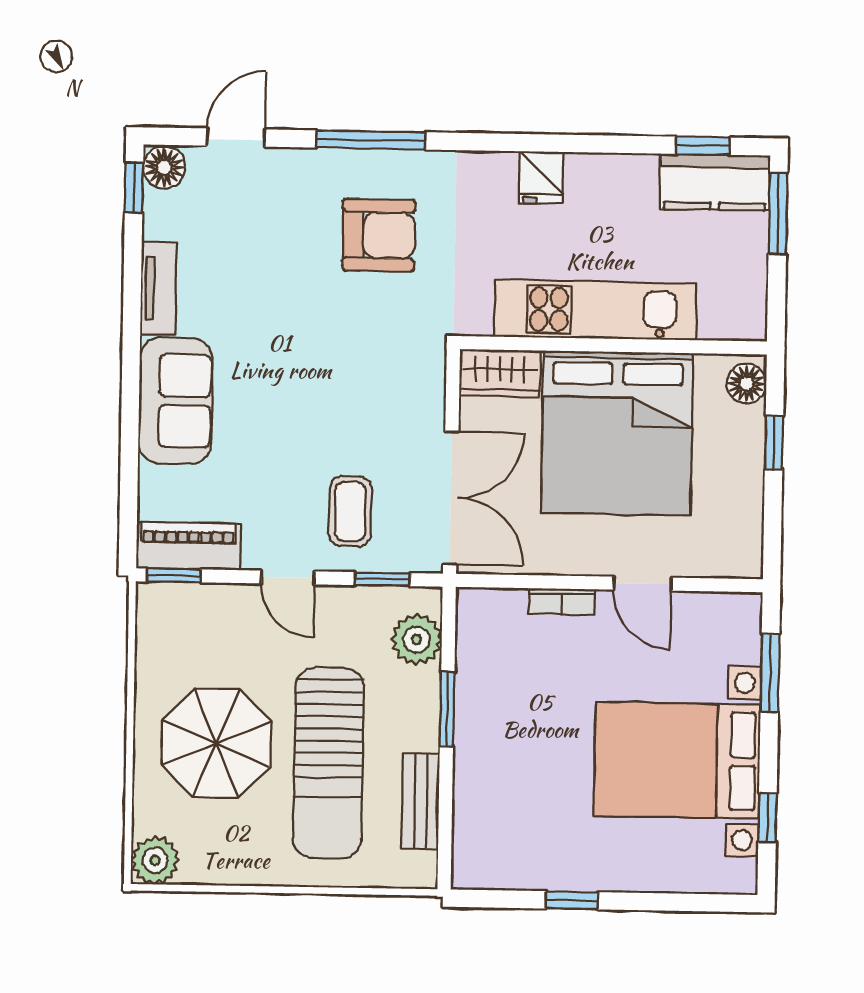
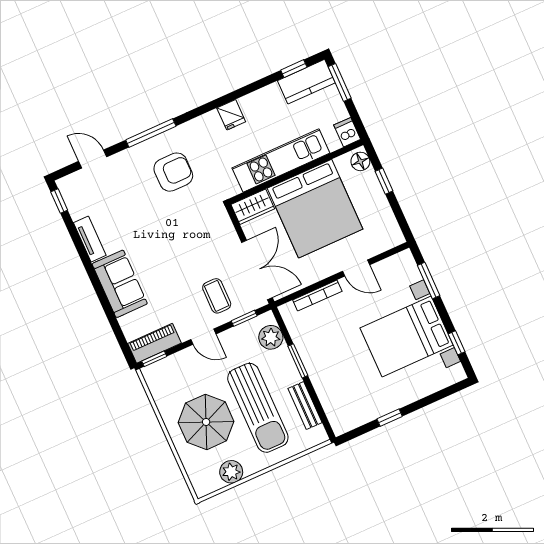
door: (236, 138) -> (93, 159), hinge flipped
floor lamp: (164, 167) -> (68, 186), removed
dishwasher: (748, 316) -> (347, 132), added
bookcase: (562, 602) -> (317, 296), width x1.56
plant: (155, 860) -> (231, 472), moved

